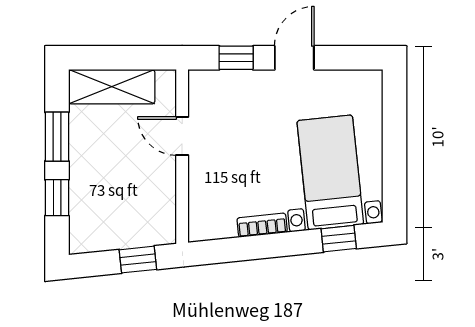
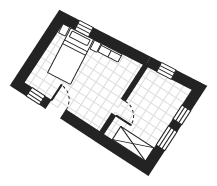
window: (236, 58) -> (36, 96), moved
door: (294, 58) -> (56, 109), swing flipped

